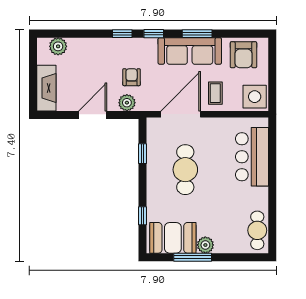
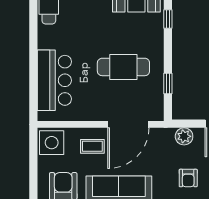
armchair: (132, 77) -> (188, 178), moved
coffee table: (215, 93) -> (92, 146), turned 90
cafe table: (185, 170) -> (123, 67), turned 90

